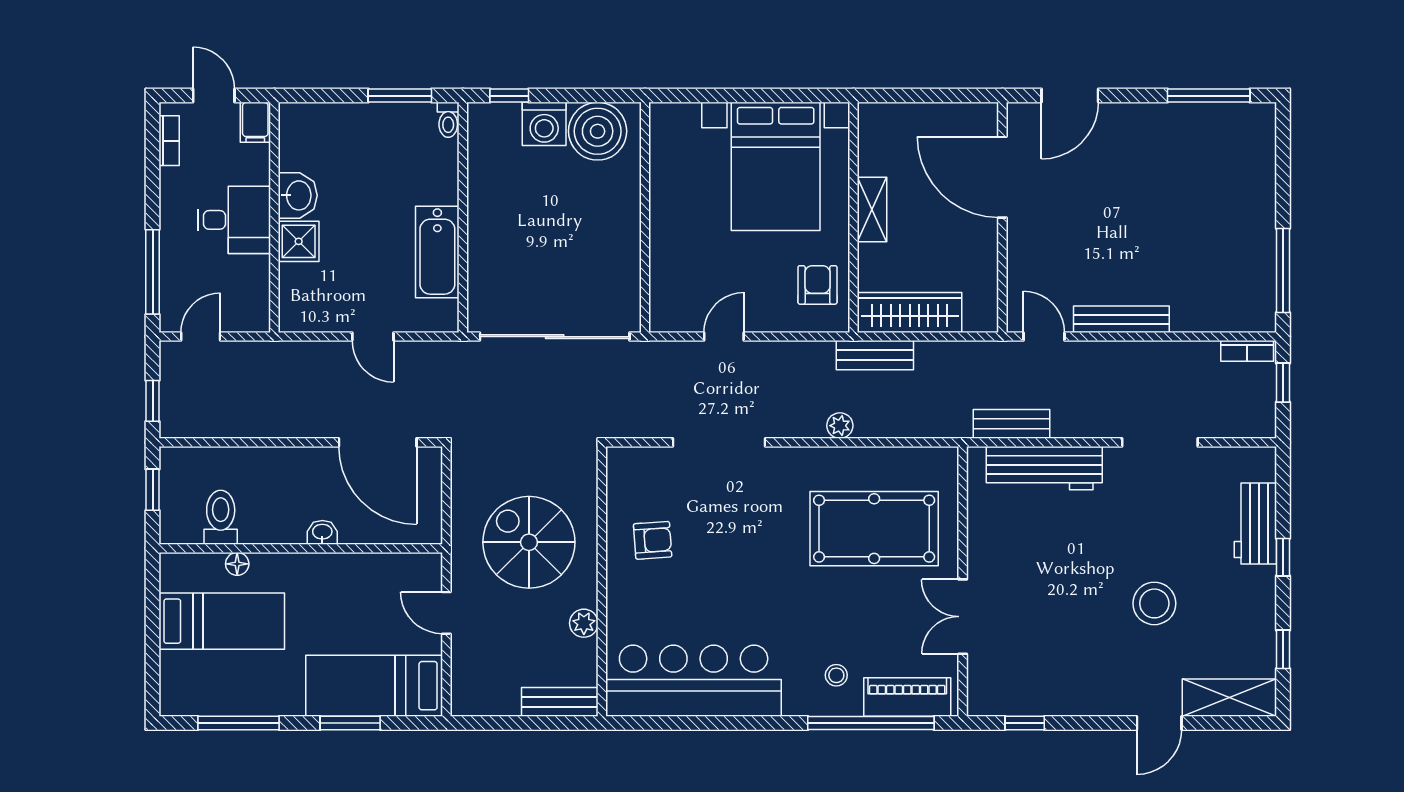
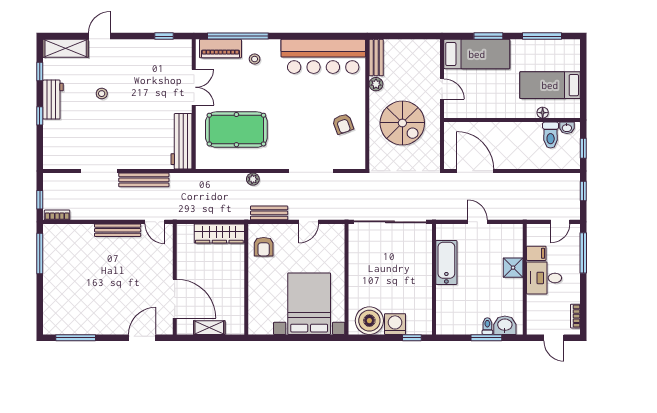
window: (400, 96) -> (486, 338), moved
toilet: (448, 120) -> (487, 326), moved
filing cabinet: (255, 122) -> (536, 253), moved, turned 90
bed with nightstands: (776, 166) -> (309, 304), moved
washbasin: (298, 195) -> (505, 325), moved, turned 90
shelving: (872, 210) -> (209, 328), moved, turned 90
bench: (875, 355) -> (269, 213), moved
bench: (1011, 424) -> (144, 180), moved, width x1.36
workbench: (1044, 468) -> (181, 141), moved, turned -90
workbench: (1255, 523) -> (53, 100), moved
washbasin: (322, 532) -> (567, 128), moved
armchair: (653, 540) -> (343, 124), turned -106
stool: (1154, 603) -> (102, 94), width x0.53, depth x0.53
bench: (560, 702) -> (376, 58), moved, turned 90

